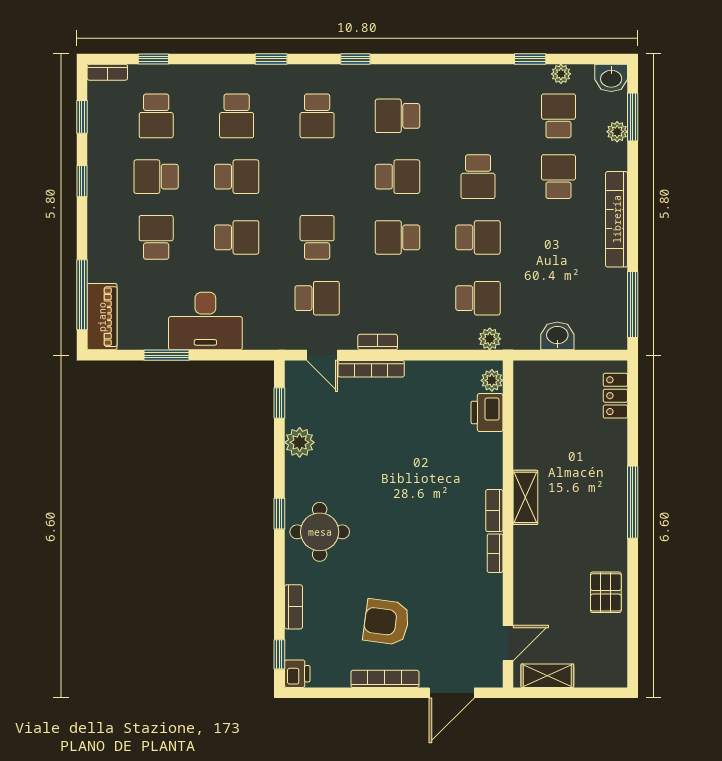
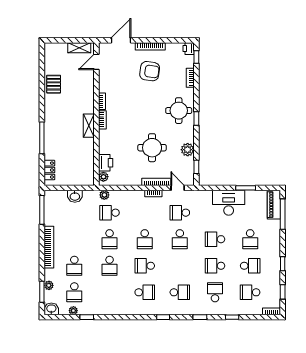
window: (153, 59) -> (232, 317), moved
school desk: (156, 116) -> (250, 292), turned -90
school desk: (317, 116) -> (180, 292), turned 90
school desk: (478, 177) -> (110, 266), turned 180
school desk: (398, 237) -> (145, 239), turned 90
school desk: (478, 237) -> (110, 239), turned -90
round table: (381, 447) -> (152, 148), added
window: (633, 502) -> (42, 138), moved

